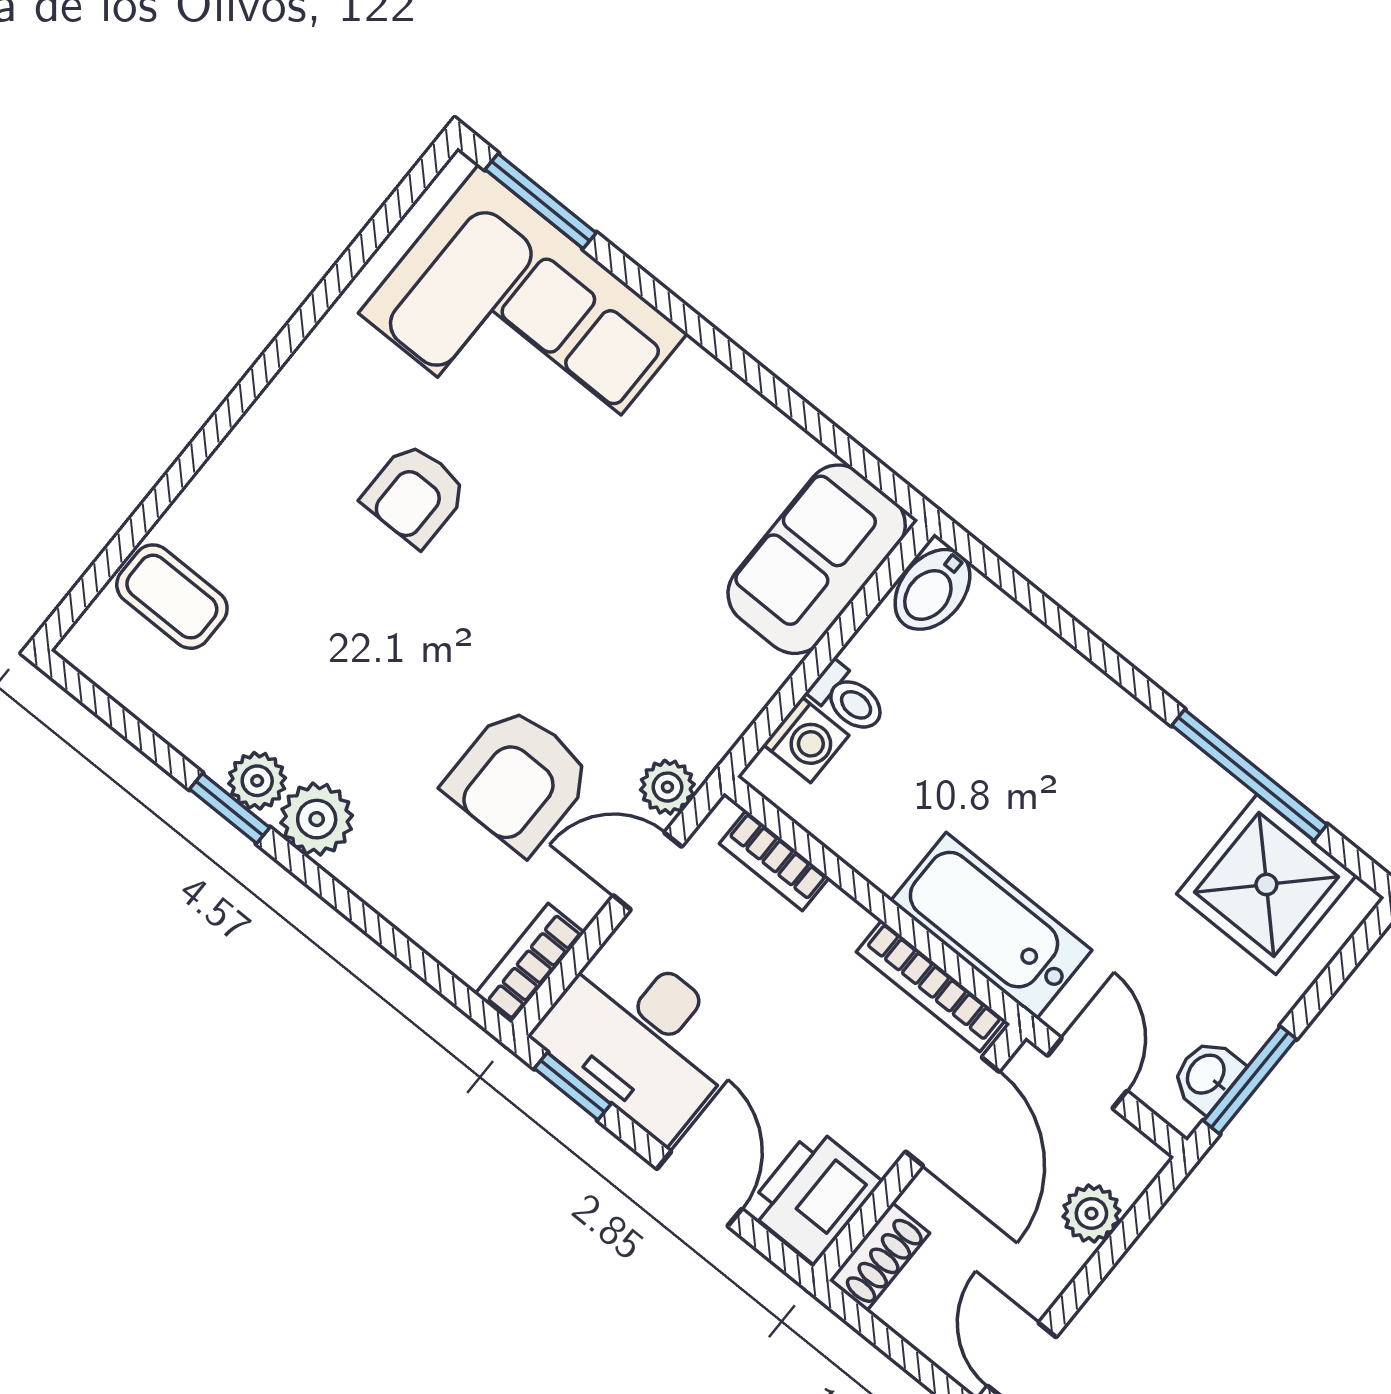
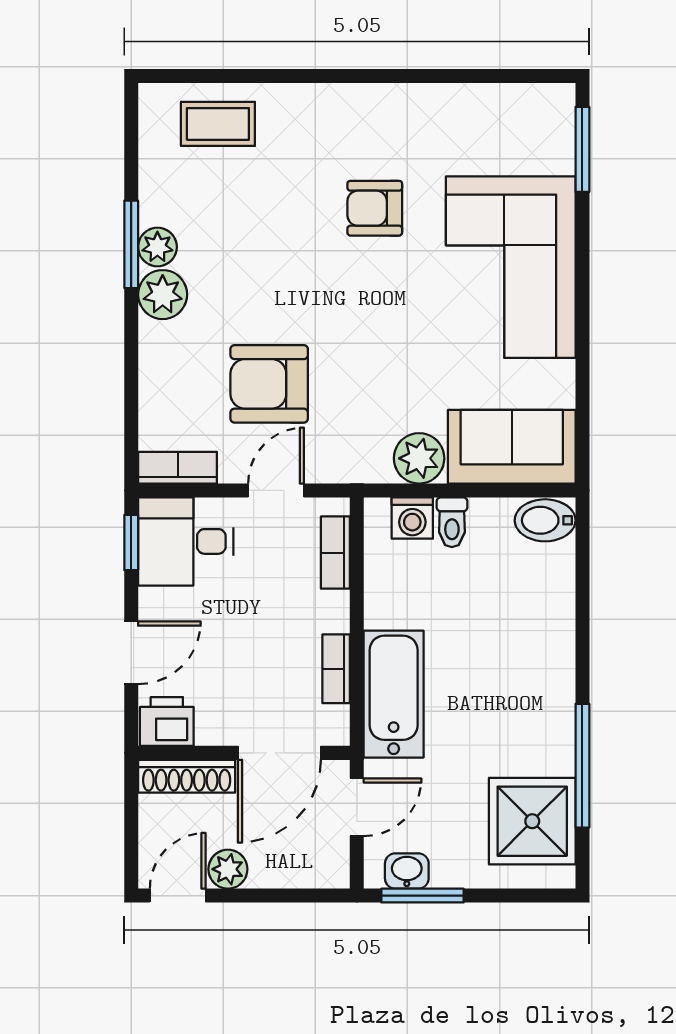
corner sofa: (523, 323) -> (511, 267), moved
coffee table: (172, 597) -> (218, 124), turned 90
plant: (667, 787) -> (419, 458), moved, width x1.38, depth x1.38
window: (230, 808) -> (131, 244), width x1.50
door: (647, 871) -> (276, 490), hinge flipped
bookcase: (931, 986) -> (336, 669), width x0.64
desk: (641, 1038) -> (186, 541), width x0.73
printer: (814, 1195) -> (167, 722), width x0.73, depth x0.81
plant: (1091, 1213) -> (228, 869), moved
shoe rack: (879, 1257) -> (187, 776), width x1.43

